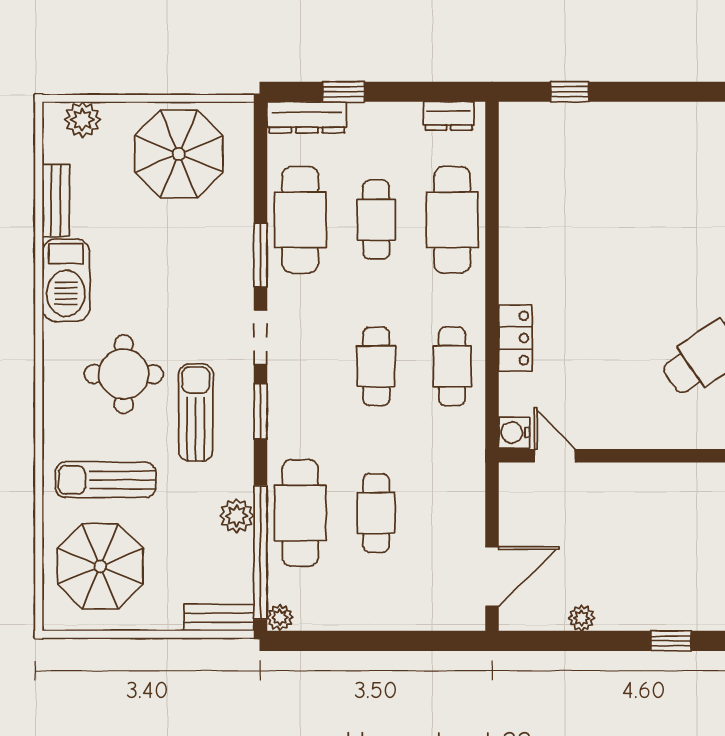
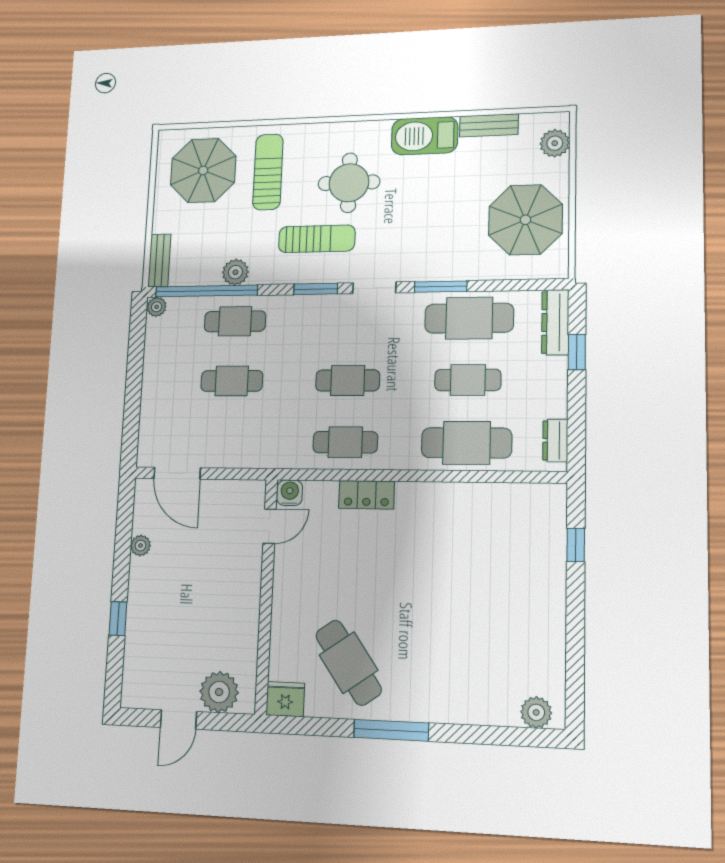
cafe table: (300, 513) -> (235, 321), width x0.73, depth x0.74

